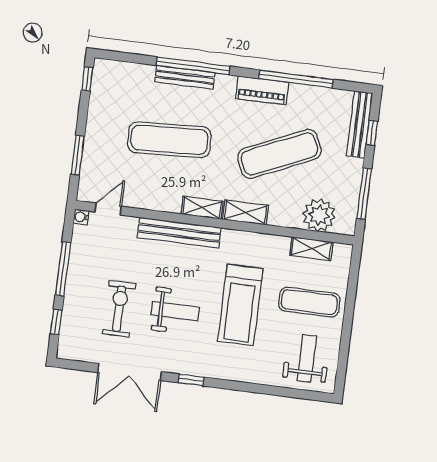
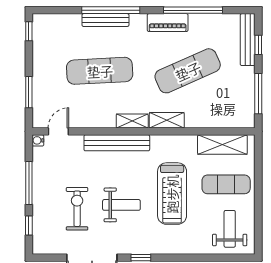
plant: (319, 215) -> (225, 115), removed
shelving: (311, 249) -> (222, 145), width x1.50, depth x1.33

